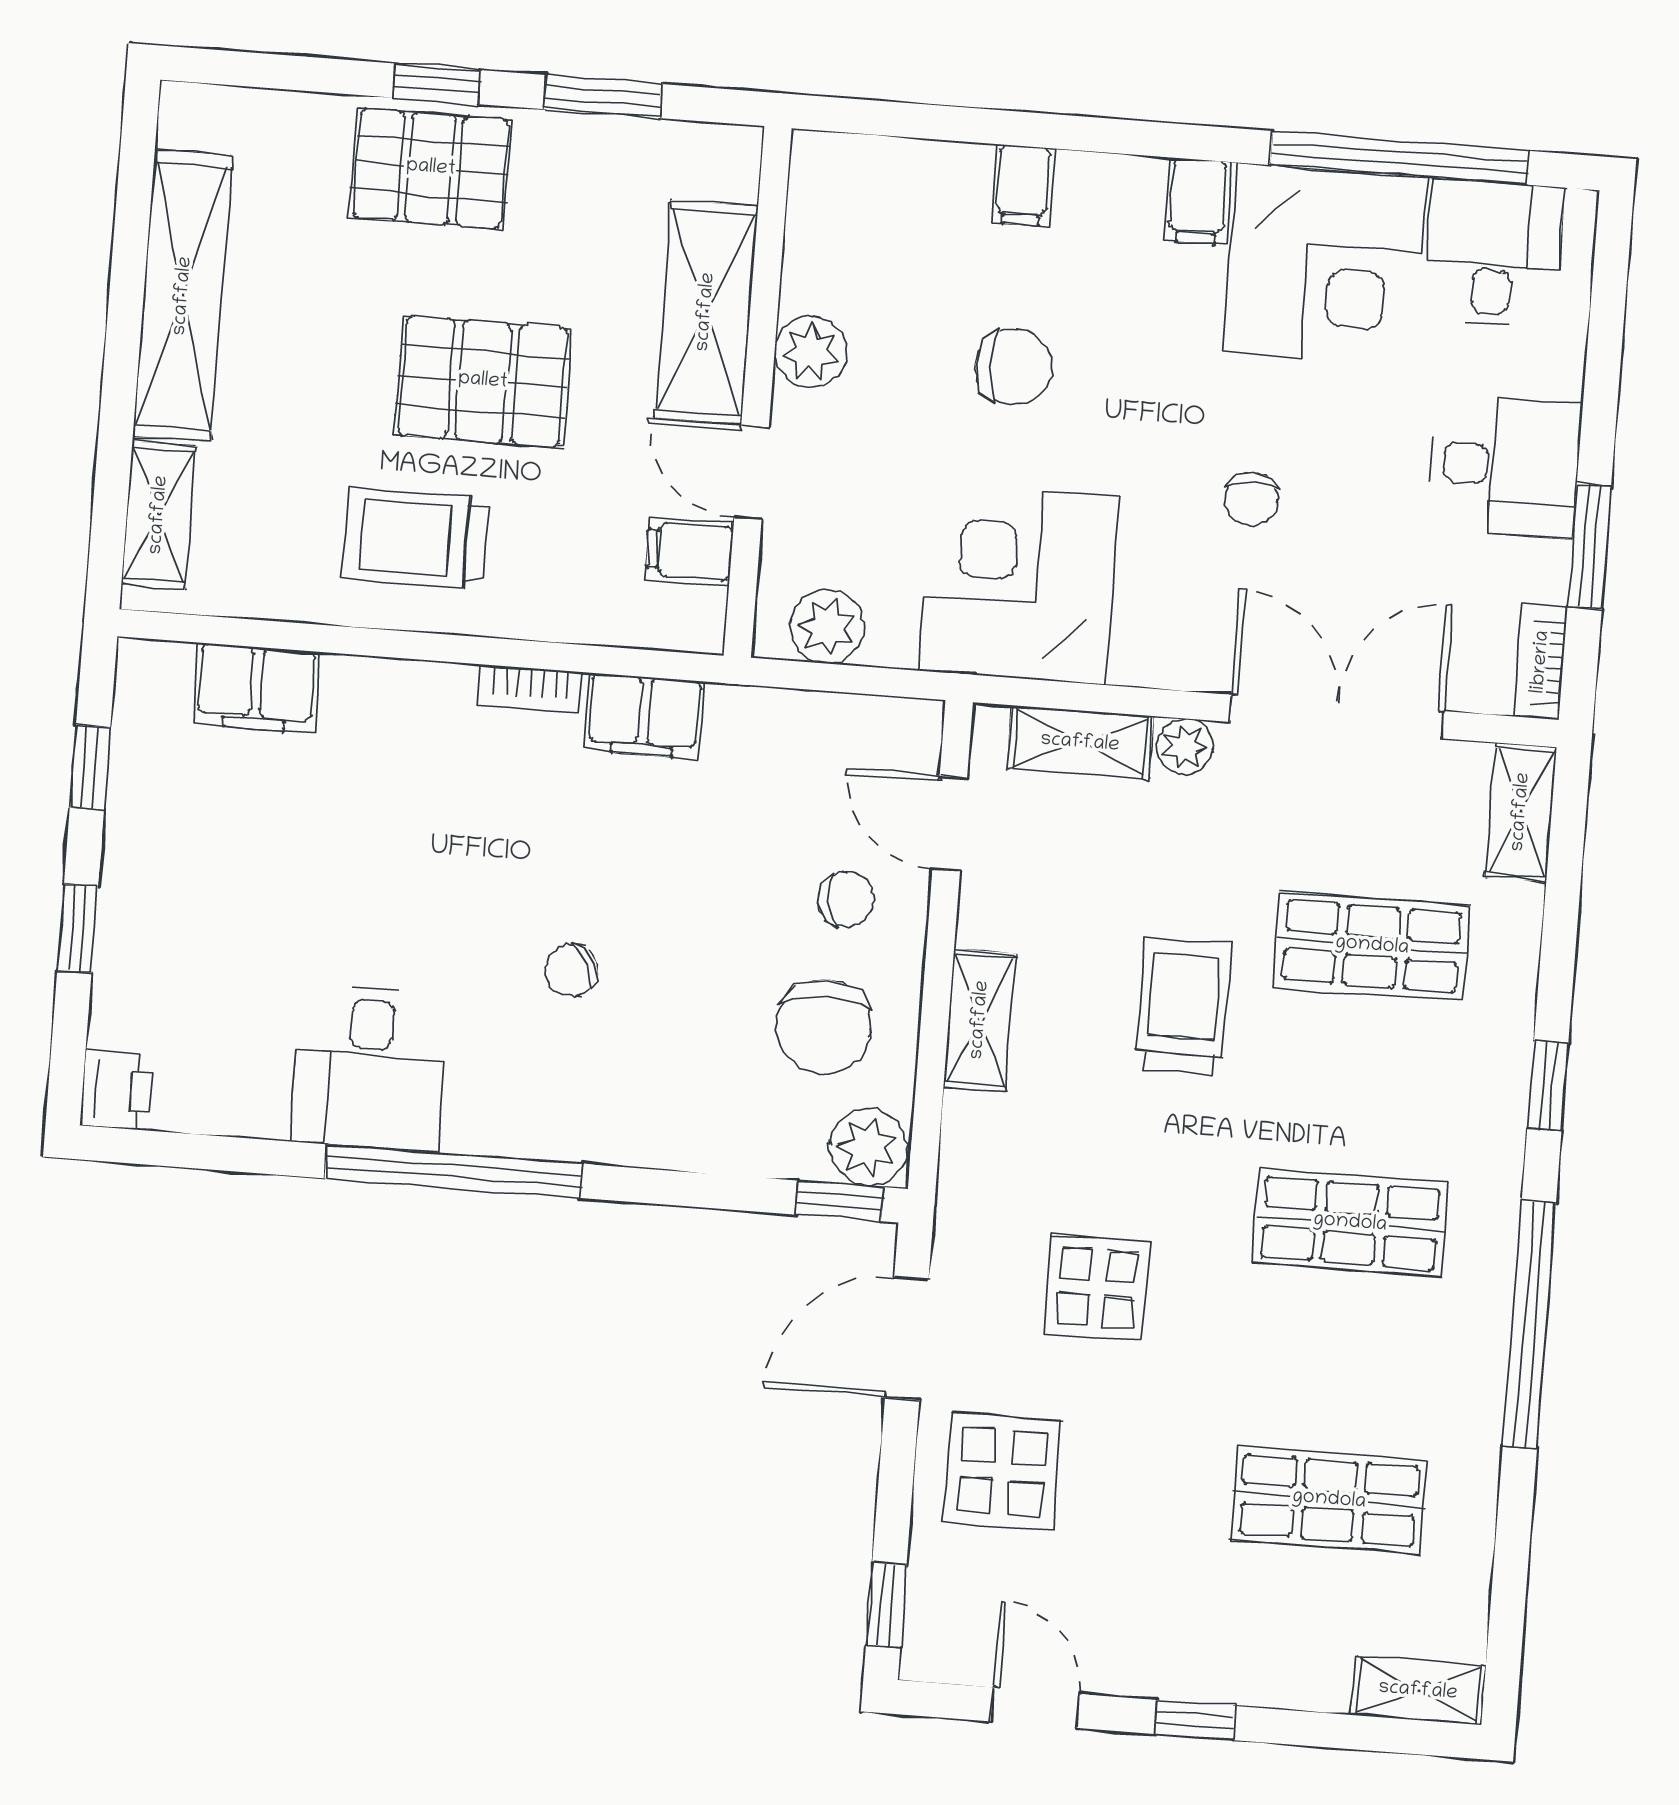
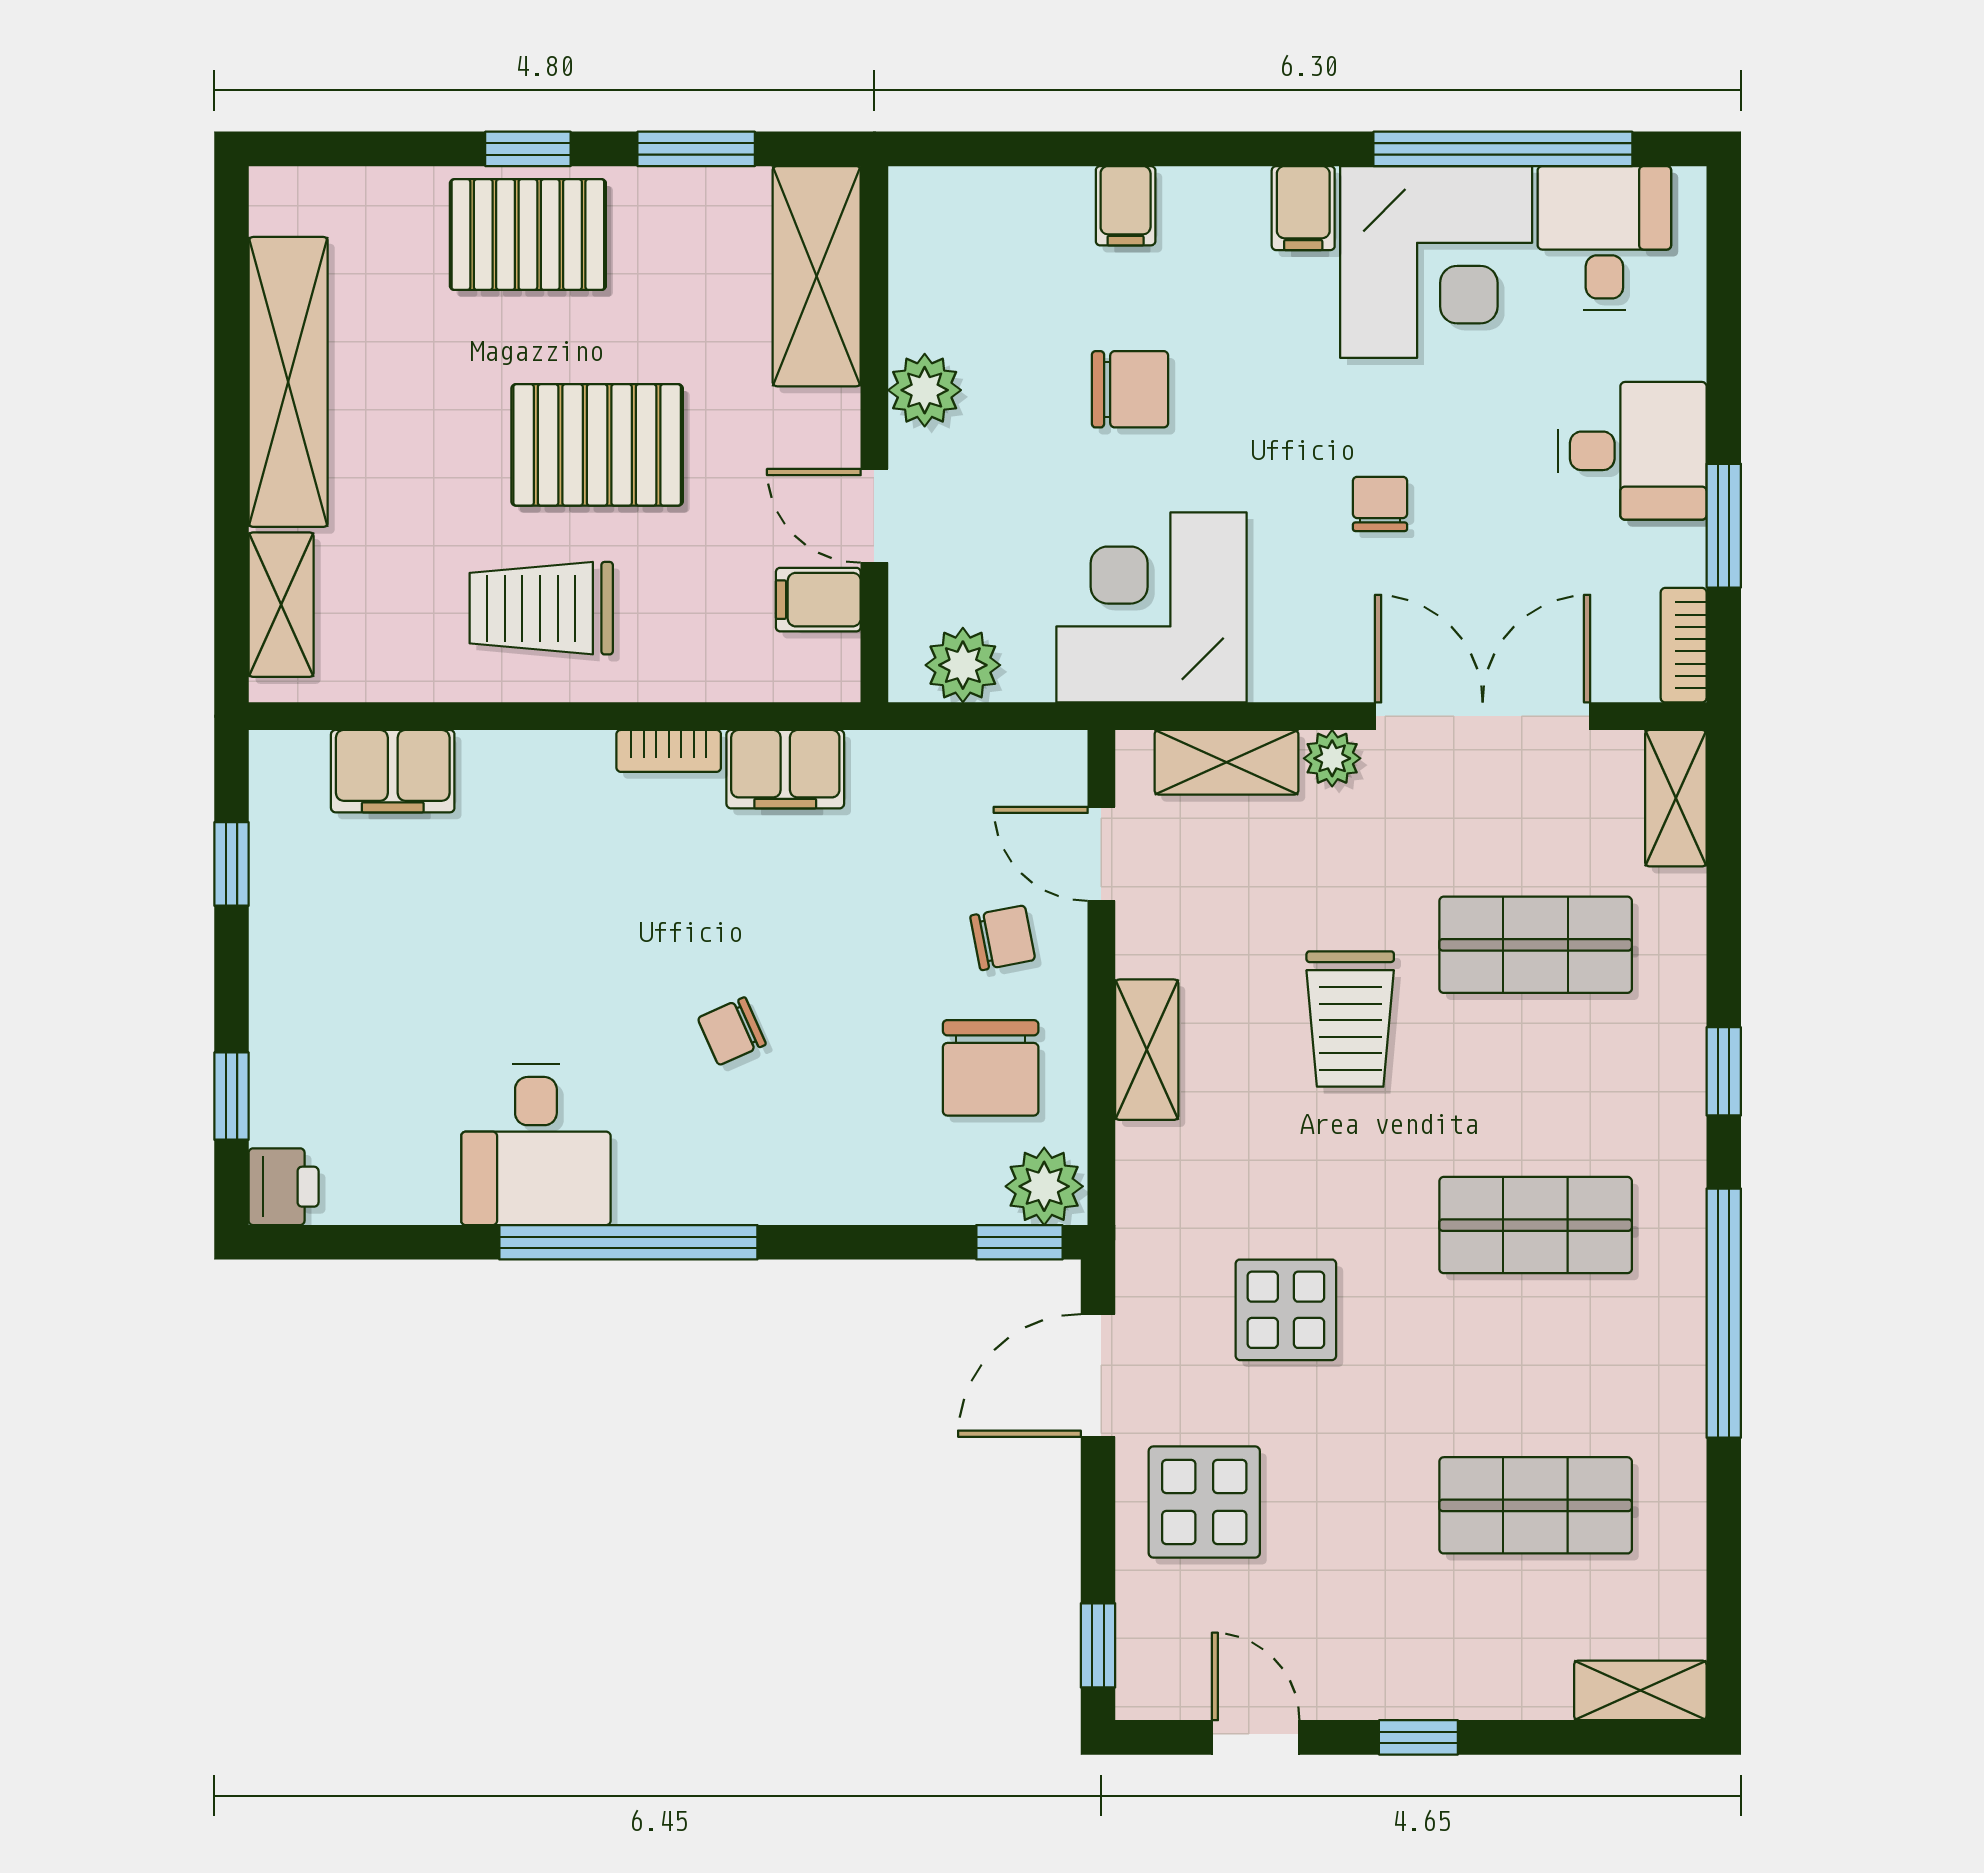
shelving: (706, 312) -> (817, 276), moved
chair: (1252, 499) -> (1380, 504), turned 180
window: (78, 928) -> (231, 1096), moved
trolley: (1183, 1006) -> (1350, 1019), turned 180

